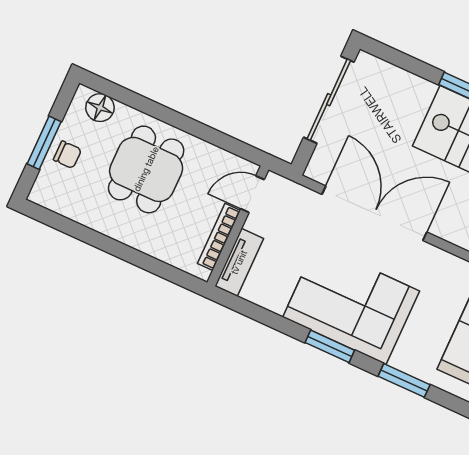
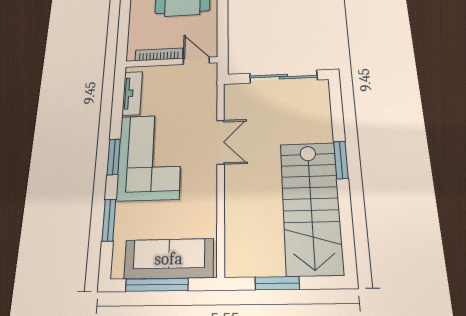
double door: (374, 213) -> (221, 142), width x0.54
tv unit: (239, 262) -> (132, 93), moved, turned -90

